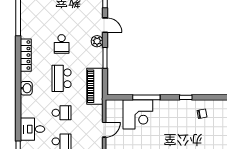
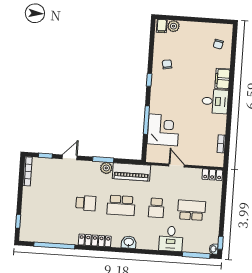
plant: (97, 41) -> (106, 168), moved
school desk: (62, 113) -> (156, 208), turned 180

